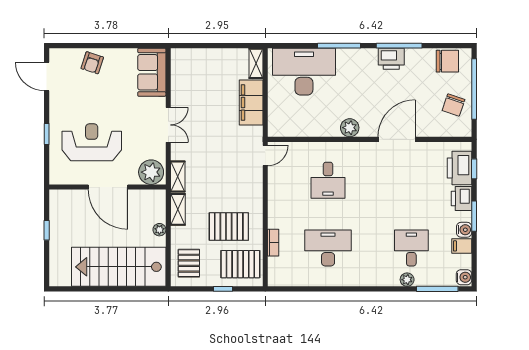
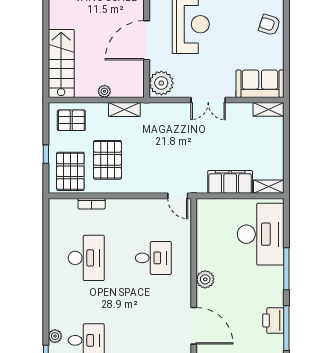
shelving: (178, 176) -> (268, 109), moved
desk: (328, 180) -> (153, 258), turned 180
stairs: (119, 267) -> (61, 63), width x0.73, depth x0.66

